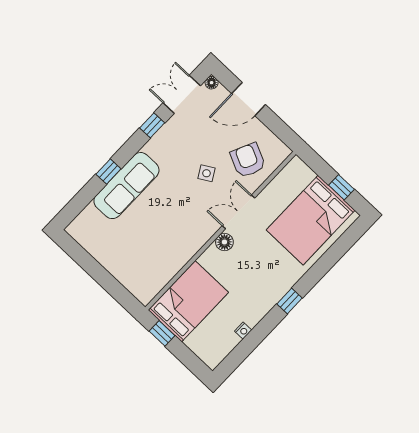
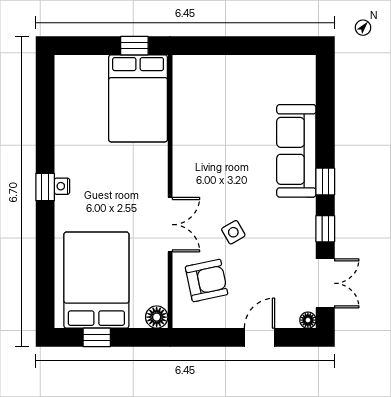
door: (249, 99) -> (259, 337), width x0.73
armchair: (248, 160) -> (207, 281), turned -37
window: (108, 171) -> (325, 182), moved
floor lamp: (224, 242) -> (157, 317), moved
nightstand: (243, 331) -> (62, 186), moved

